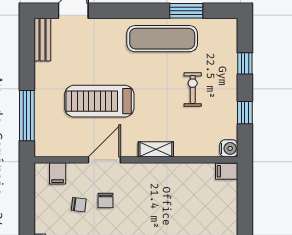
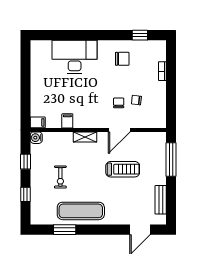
bench: (42, 40) -> (161, 200), moved
treadmill: (99, 101) -> (123, 169), width x0.73, depth x0.73
filing cabinet: (58, 173) -> (67, 121), moved

